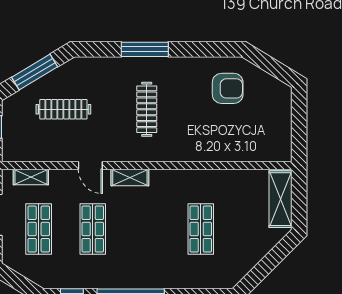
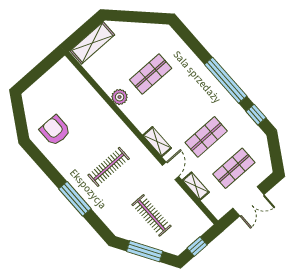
shelving: (31, 177) -> (196, 186), moved
plant: (205, 179) -> (120, 97), added

